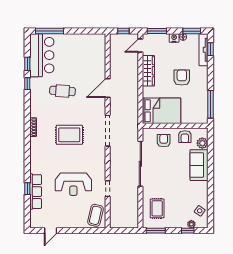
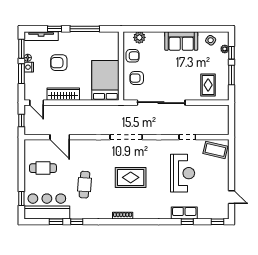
window: (49, 31) -> (21, 198), width x0.46
window: (157, 31) -> (21, 74), moved
window: (210, 49) -> (55, 29), moved
cafe table: (78, 52) -> (43, 168), added
armchair: (182, 78) -> (59, 63), moved
door: (108, 88) -> (60, 137), moved
window: (210, 104) -> (85, 29), moved
rug: (69, 135) -> (131, 177), turned 90
sofa: (199, 165) -> (181, 41), moved
row of seats: (36, 192) -> (184, 213), width x0.68
rug: (157, 208) -> (208, 85), turned 90
window: (27, 217) -> (218, 222), added
window: (156, 231) -> (232, 75), moved

